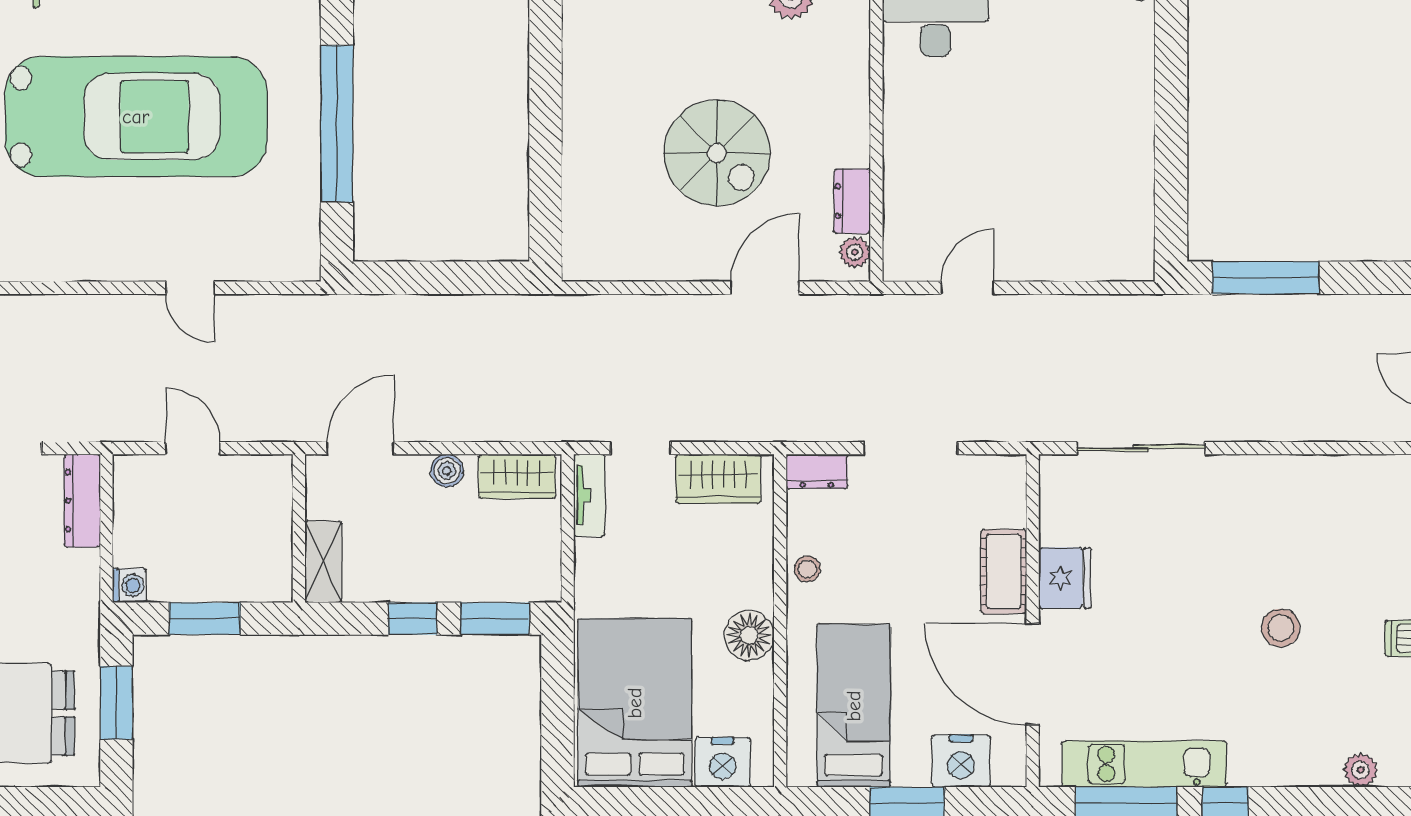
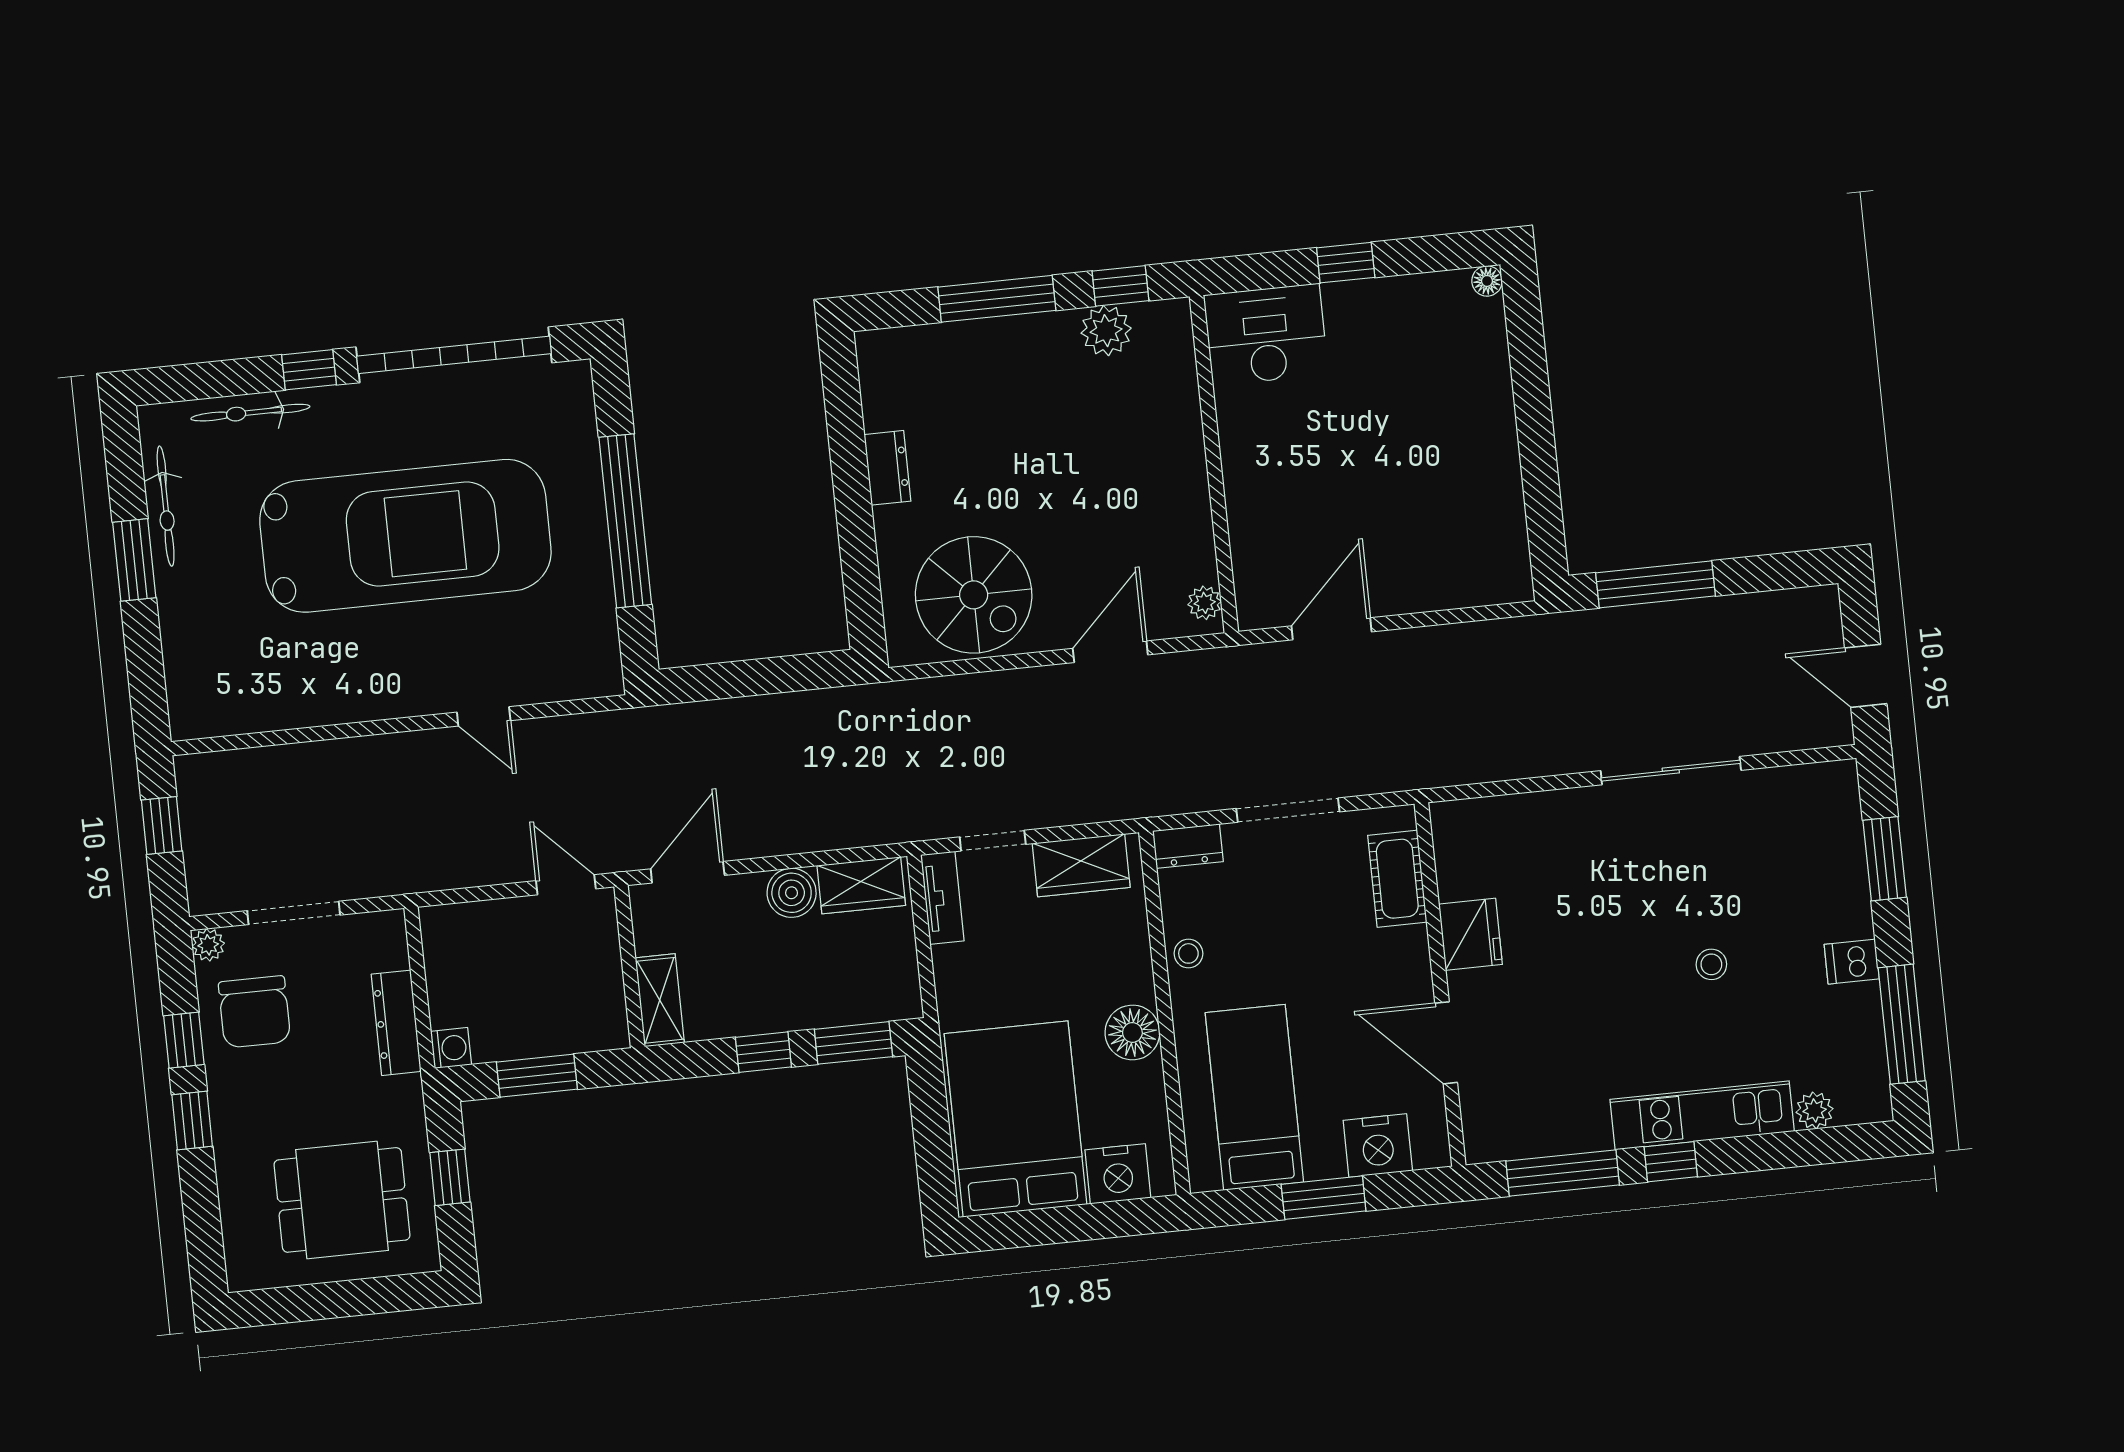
spiral stairs: (717, 153) -> (974, 595), moved
dresser: (852, 201) -> (887, 468), moved, turned 180
door: (968, 288) -> (1332, 629), width x1.38
door: (193, 448) -> (566, 885), moved
sliding door: (1141, 448) -> (1671, 771), moved
boiler: (447, 471) -> (792, 893), width x1.36, depth x1.36
dresser: (82, 501) -> (396, 1023), moved
cot: (1004, 572) -> (1397, 879), moved
stool: (1281, 628) -> (1711, 964), width x0.73, depth x0.73
door: (1033, 674) -> (1446, 1043), width x0.73
window: (116, 703) -> (450, 1177), width x0.67
kitchen unit: (1144, 764) -> (1702, 1115), moved

